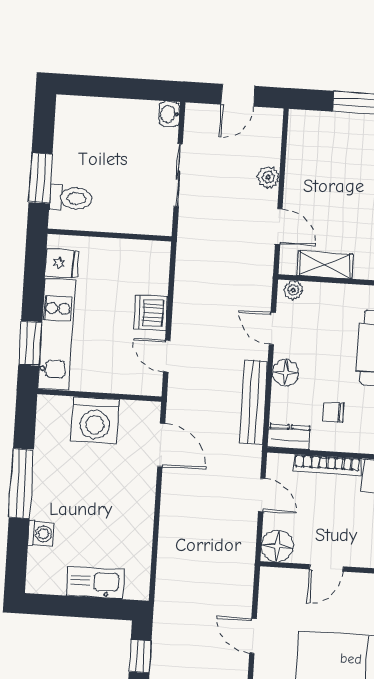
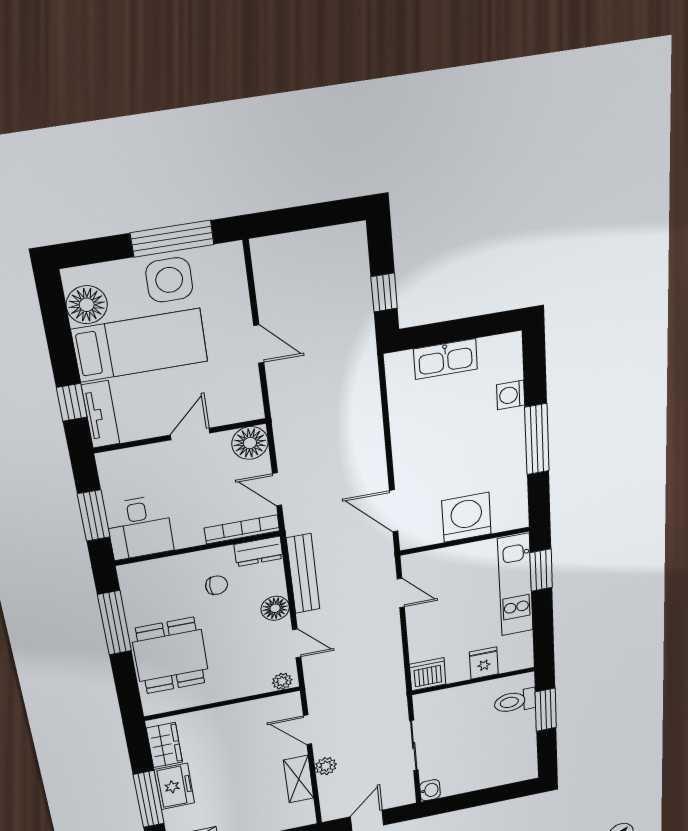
fridge: (62, 263) -> (484, 663), moved, turned 90
shelving: (325, 265) -> (299, 779), moved, turned 90
dishwasher: (151, 313) -> (428, 674), moved, turned -90
bookcase: (327, 465) -> (242, 529), moved

